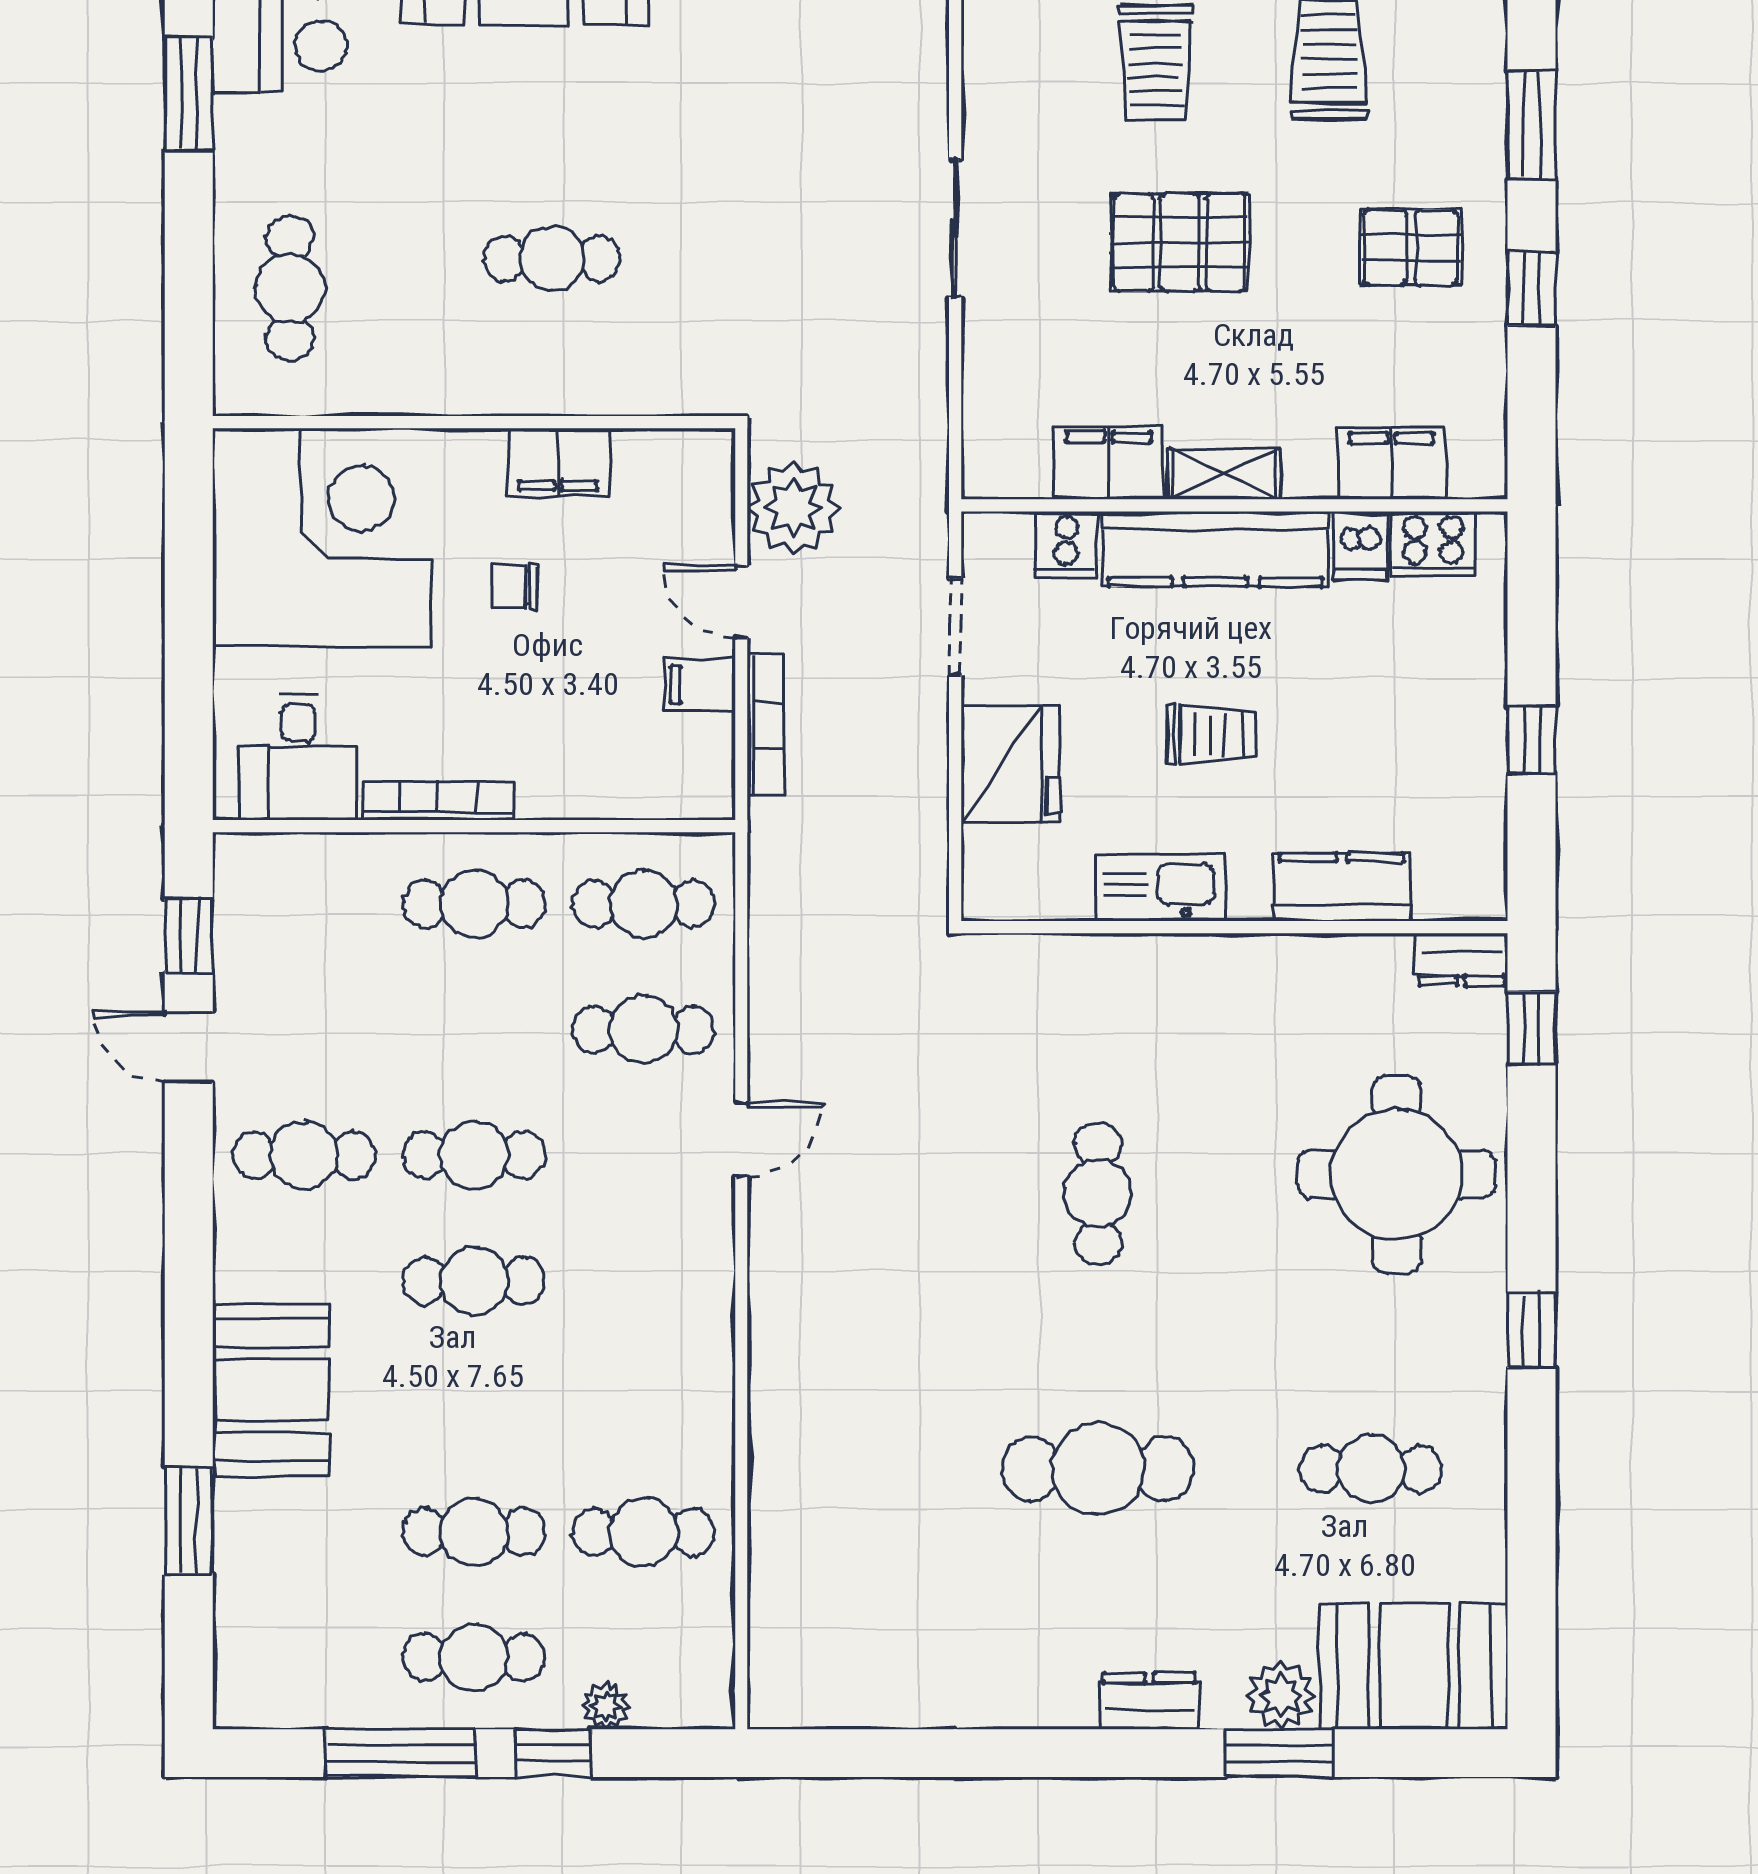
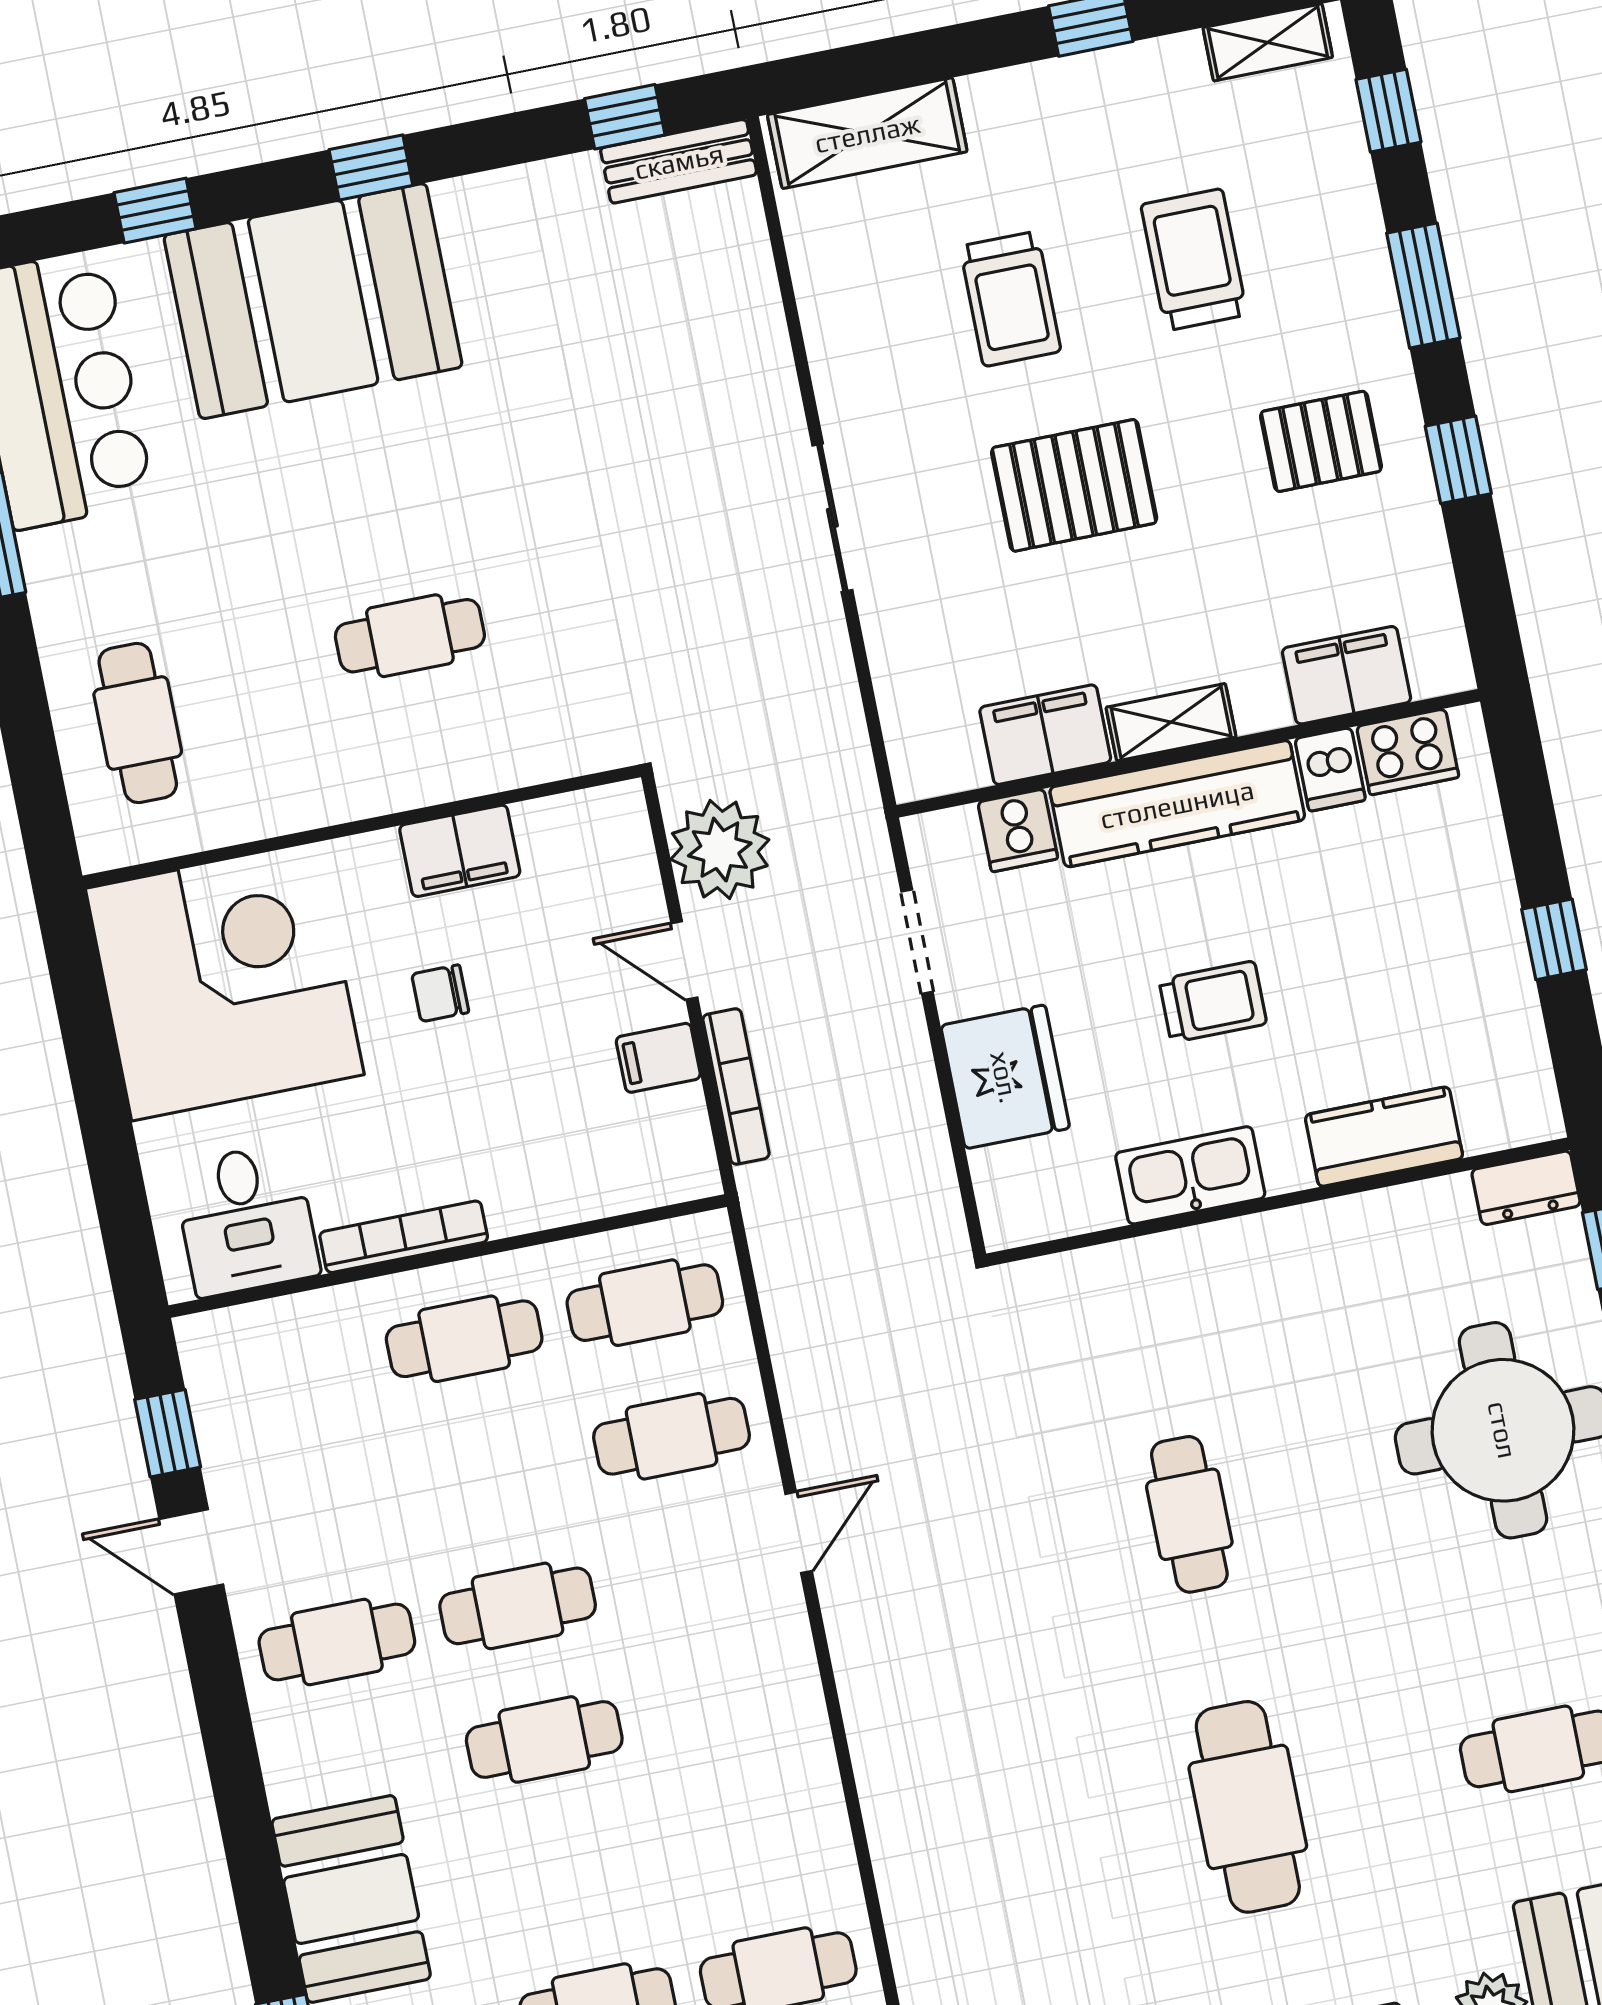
cafe table: (1098, 1469) -> (1248, 1807), turned 90

